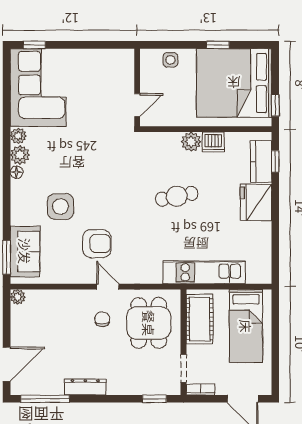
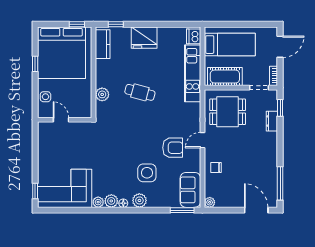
door: (137, 105) -> (61, 120), moved
plant: (191, 142) -> (102, 94), moved
dishwasher: (213, 142) -> (194, 36), moved, turned 180
kitchen counter: (261, 162) -> (103, 44), moved, turned -90
plant: (21, 196) -> (139, 200), added
cafe table: (177, 196) -> (140, 92), turned -64
armchair: (97, 244) -> (173, 148), turned 90
sofa: (25, 251) -> (190, 190), moved, turned -90
chair: (102, 319) -> (216, 167), moved
dresser: (85, 387) -> (272, 121), moved, width x0.70

